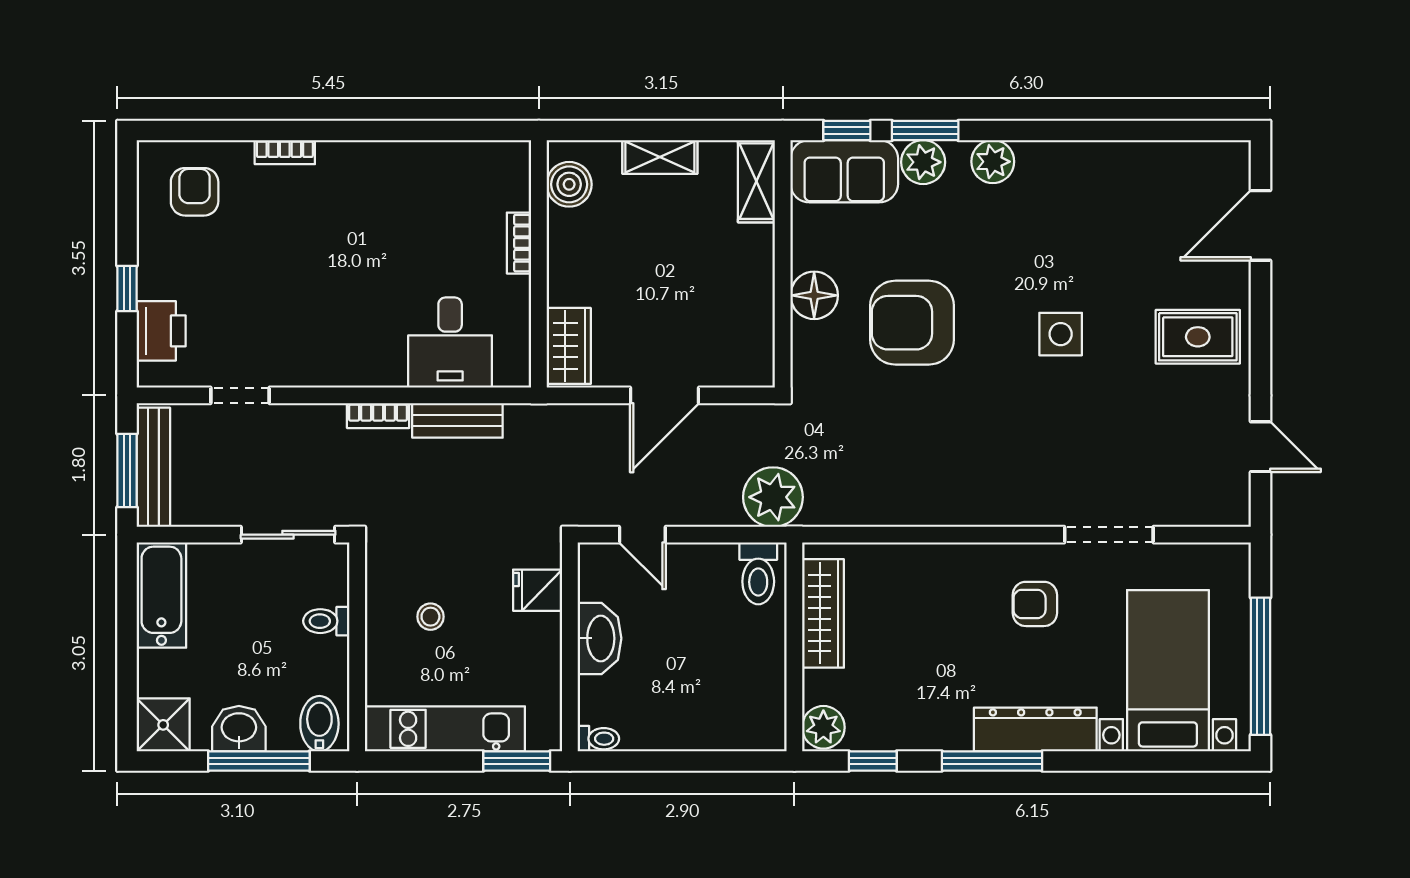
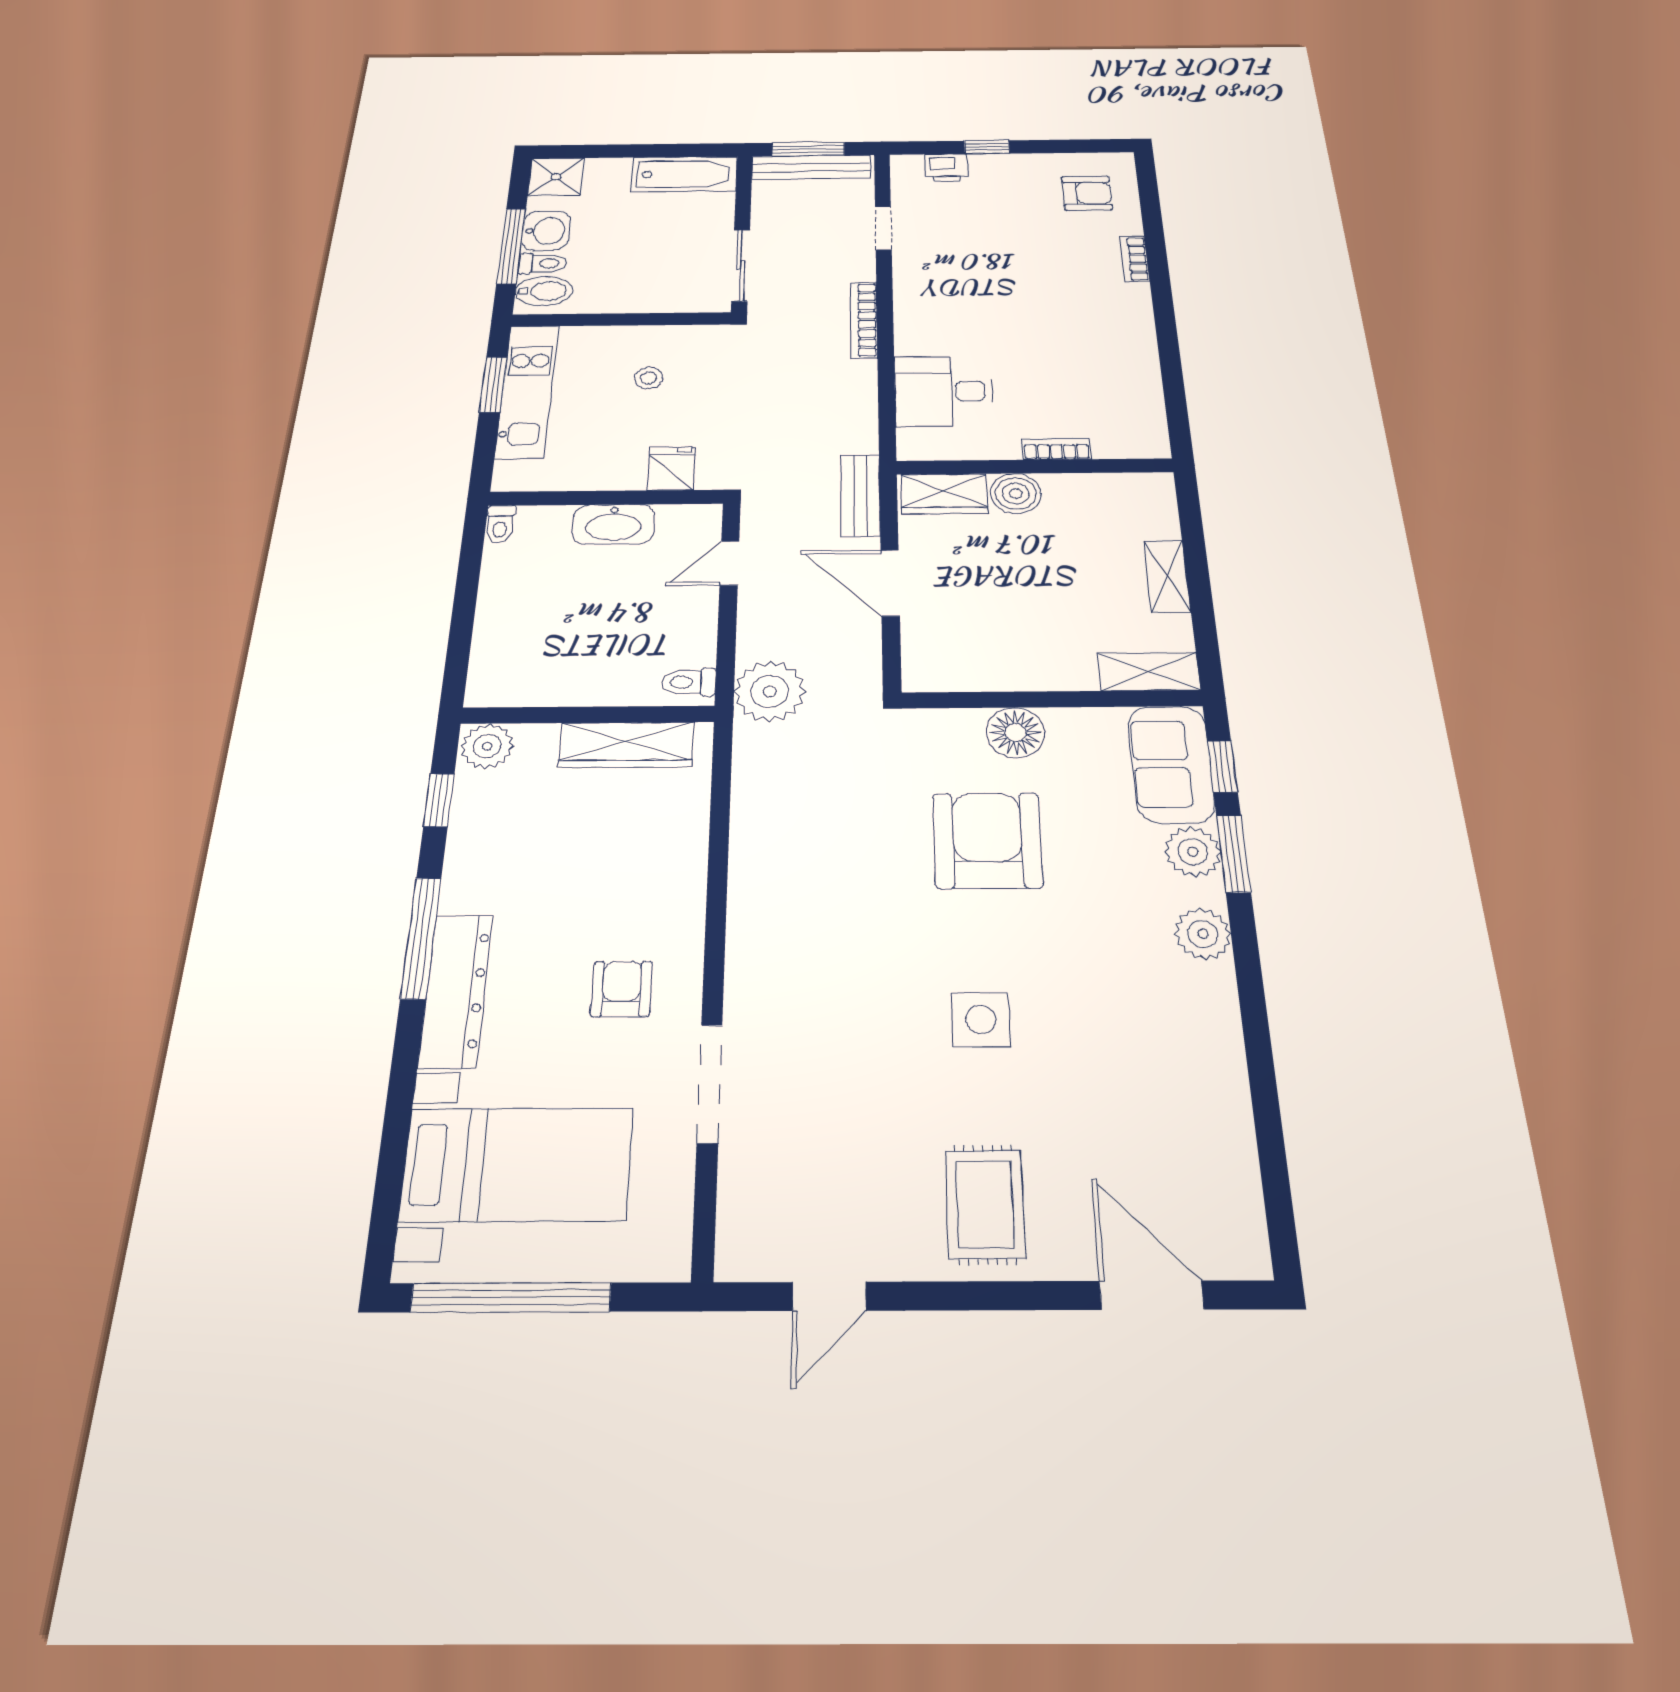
boiler: (569, 184) -> (1016, 494), moved
printer: (161, 331) -> (946, 168), width x0.73, depth x0.81
bookcase: (378, 416) -> (864, 320), width x1.56
bench: (457, 420) -> (860, 495), moved
toilet: (758, 573) -> (689, 682), width x0.73, depth x0.72
toilet: (326, 621) -> (543, 263), moved, turned 90
window: (517, 761) -> (493, 384), moved

